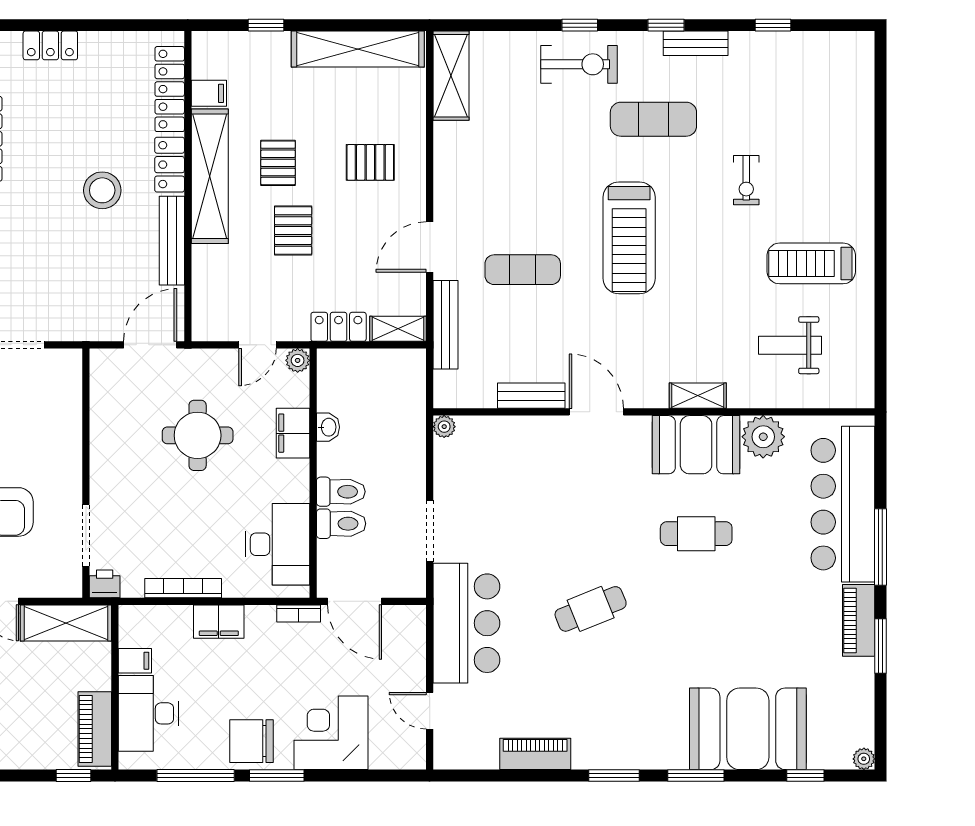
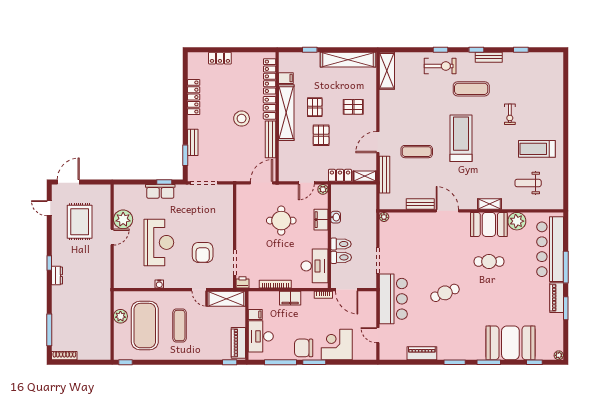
treadmill: (629, 238) -> (461, 138), turned 180

